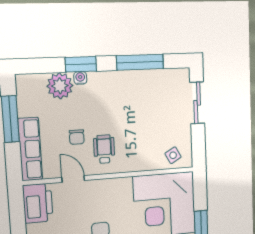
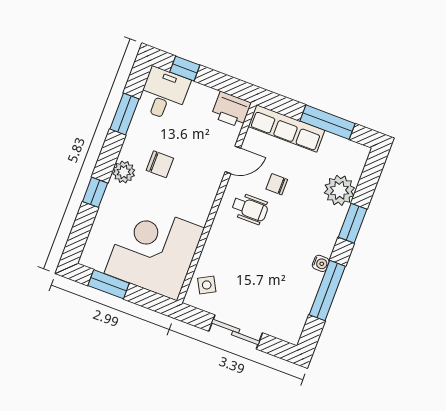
water cooler: (80, 78) -> (321, 263), moved
sliding door: (197, 103) -> (236, 332), moved
printer: (38, 203) -> (231, 110), width x0.73, depth x0.84

